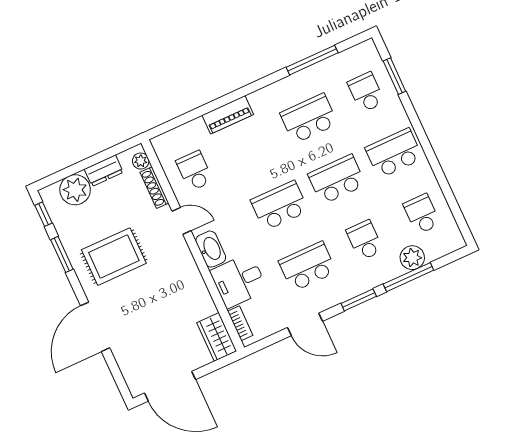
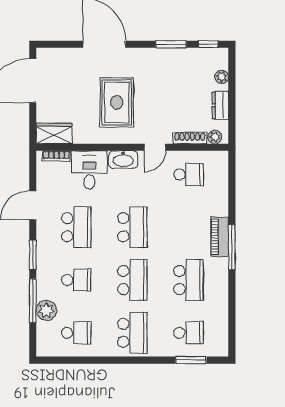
window: (312, 60) -> (232, 247), moved
piano: (228, 115) -> (220, 237), moved
plant: (75, 190) -> (222, 77), width x0.53, depth x0.53
rug: (114, 257) -> (117, 102), moved

